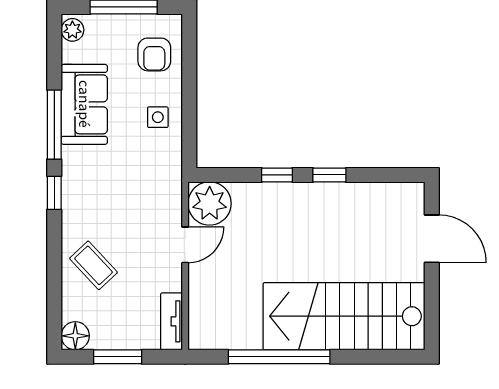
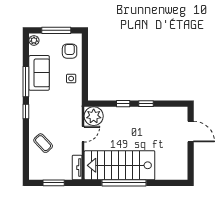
armchair: (154, 54) -> (70, 51), turned 180
stairs: (344, 316) -> (119, 165), moved
floor lamp: (75, 336) -> (35, 174), removed

